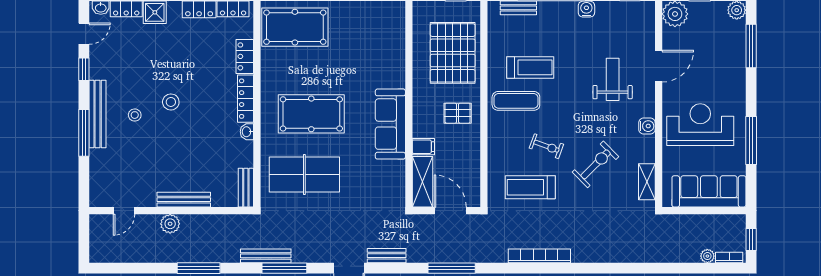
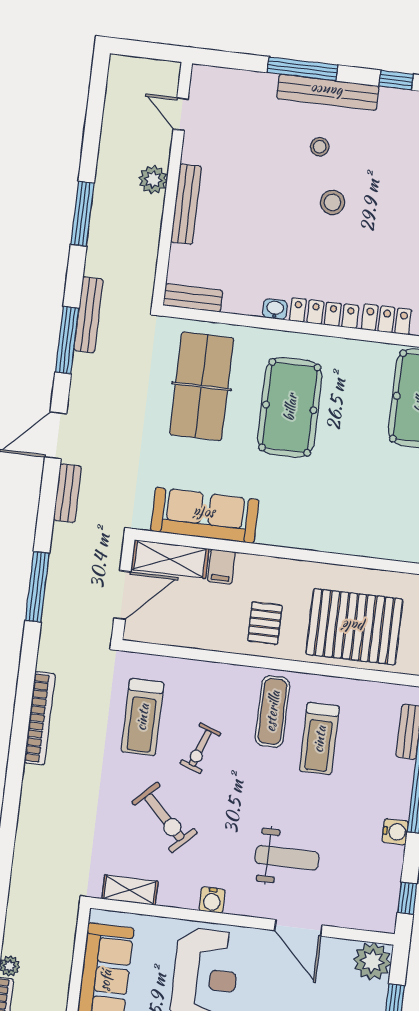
sofa: (390, 124) -> (205, 515), moved
treadmill: (530, 187) -> (142, 717), turned 180

